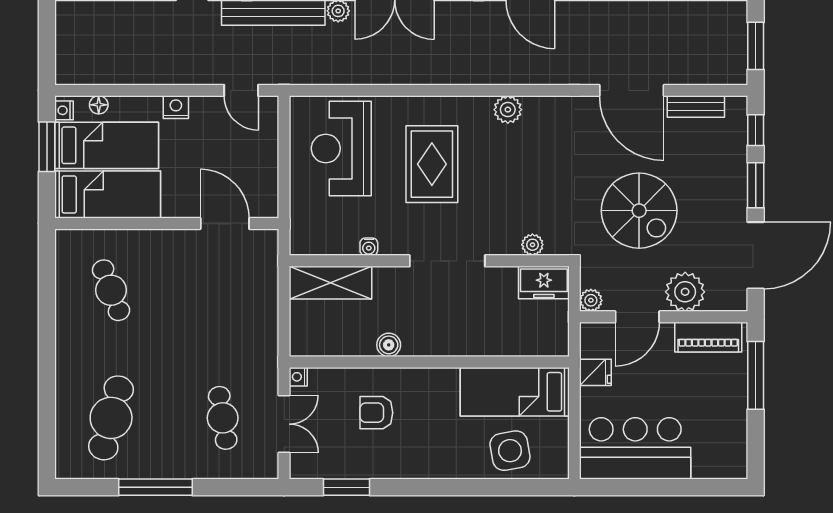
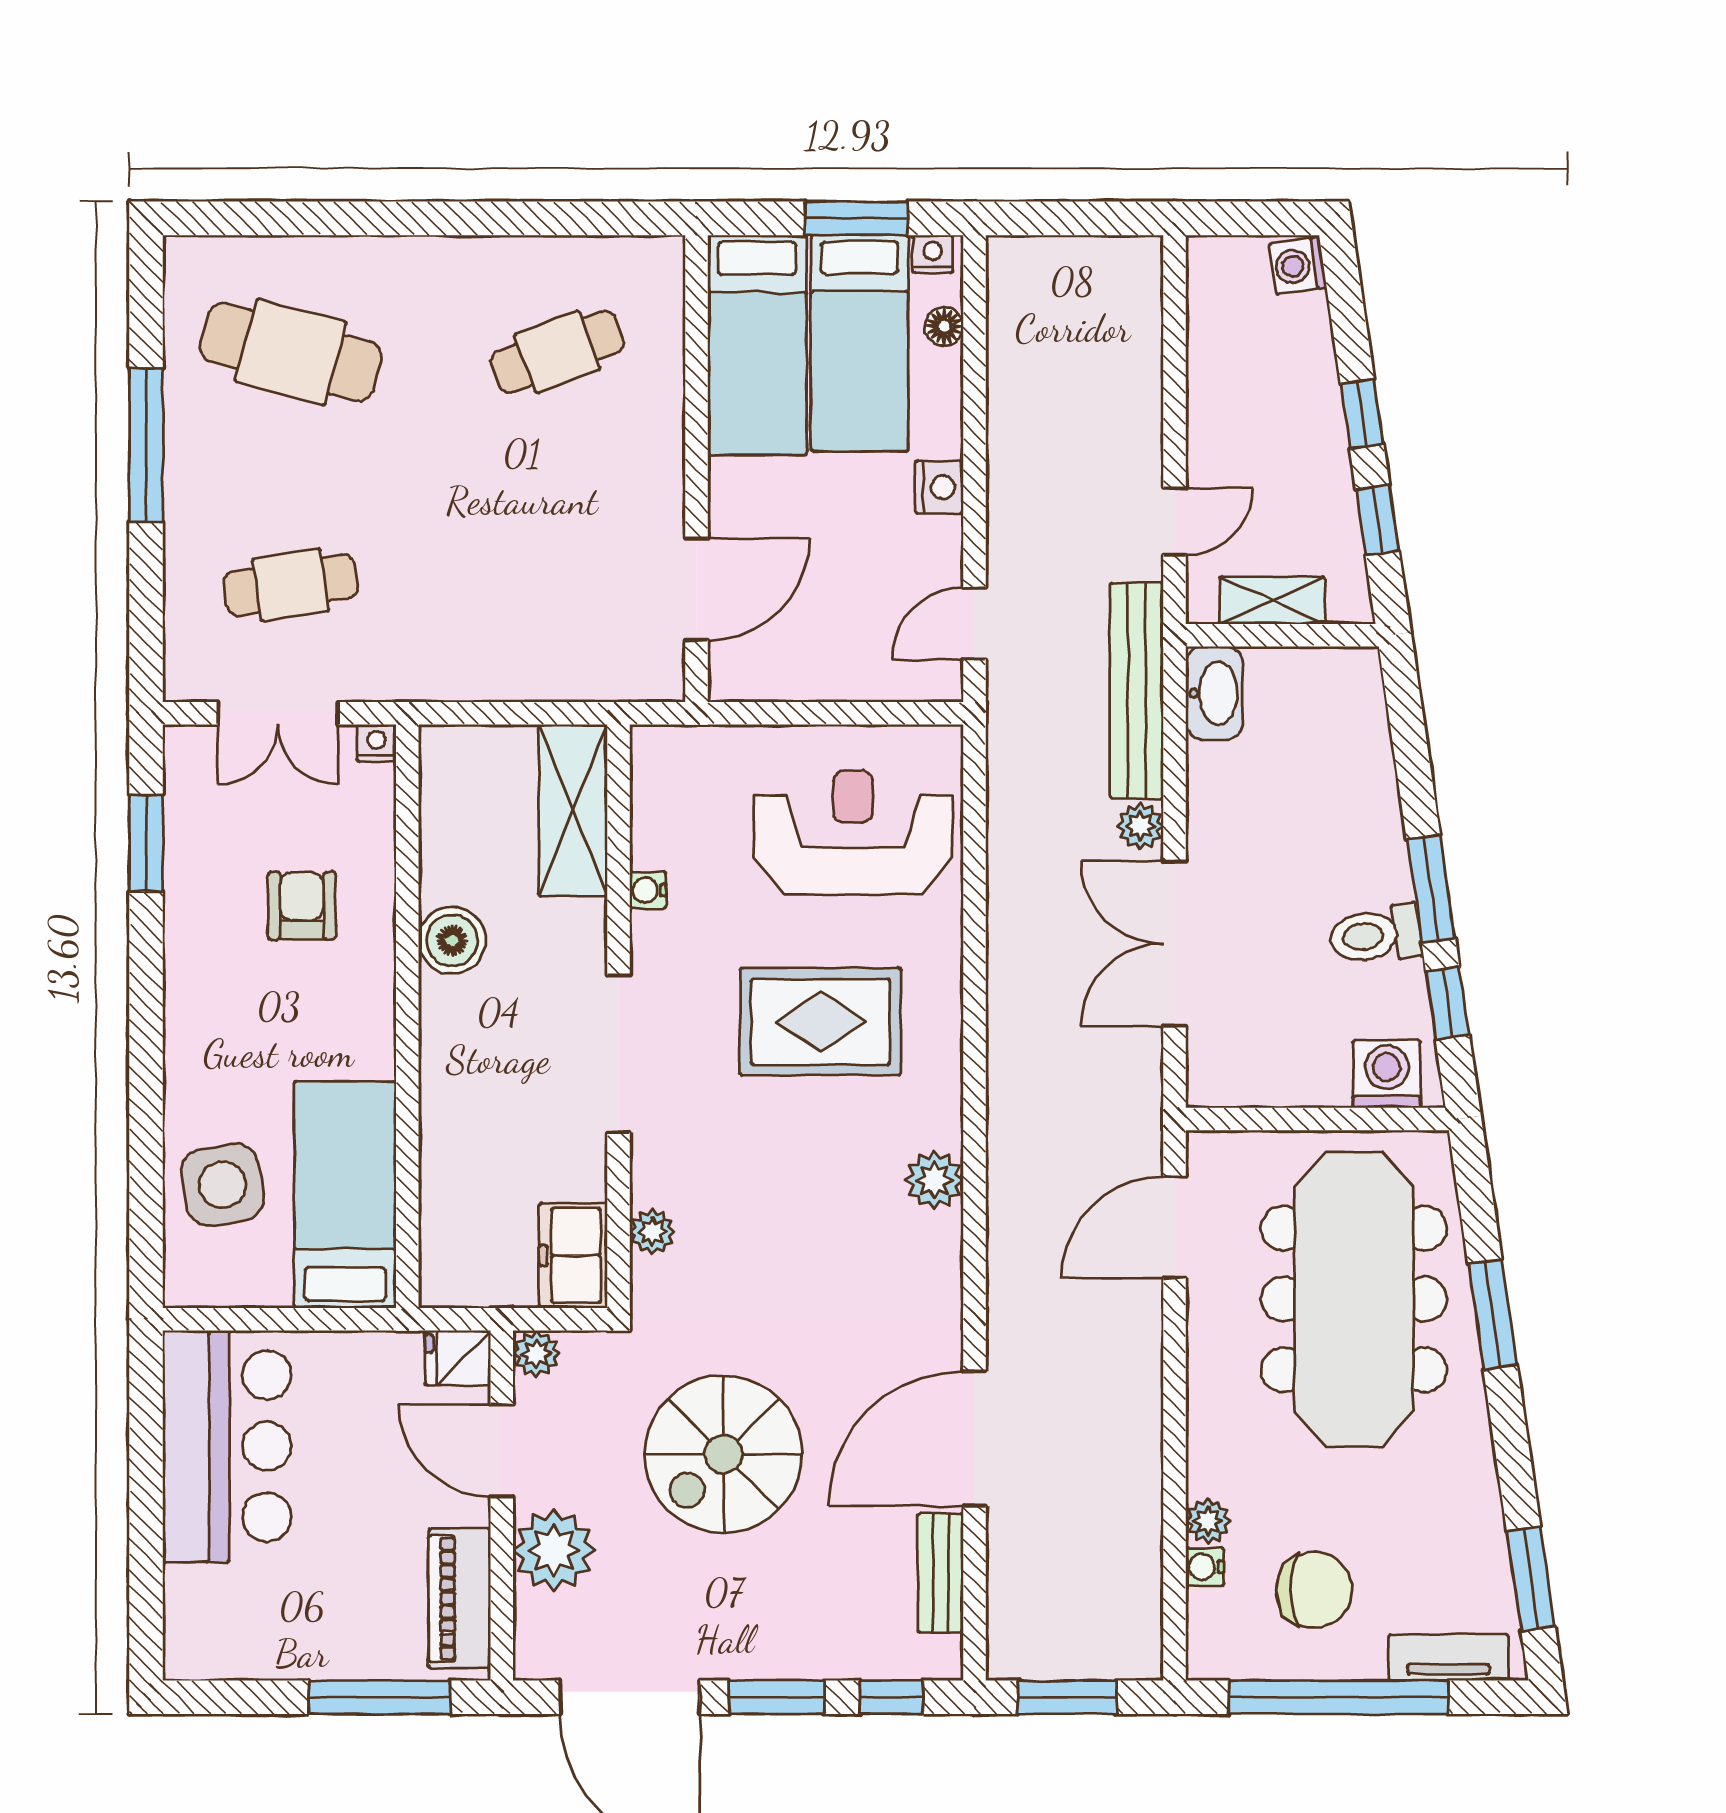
boiler: (389, 345) -> (452, 941), width x1.36, depth x1.36
fridge: (595, 372) -> (458, 1358), moved, turned 90

